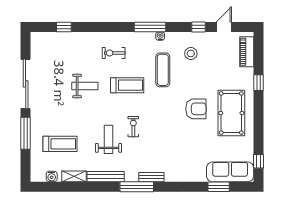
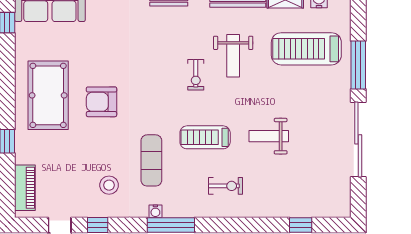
treadmill: (60, 144) -> (306, 49), width x1.37, depth x1.38

